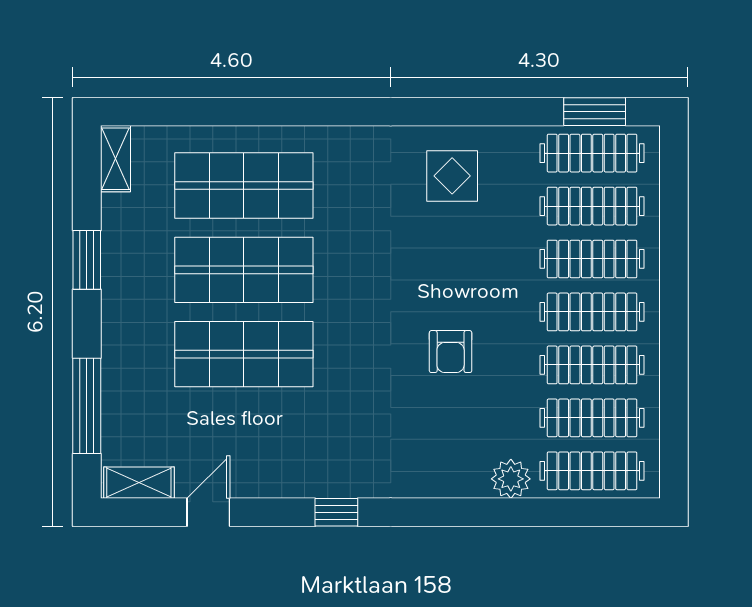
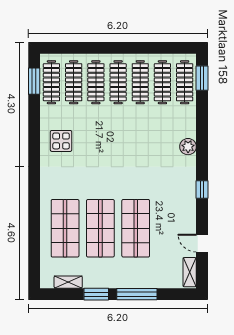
shelving: (115, 159) -> (68, 282), moved
armchair: (451, 352) -> (135, 142), removed
window: (87, 406) -> (137, 294), moved
plant: (511, 479) -> (188, 147), moved
window: (602, 512) -> (202, 78), added

